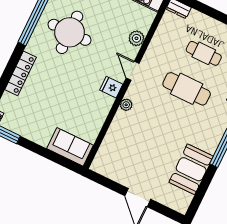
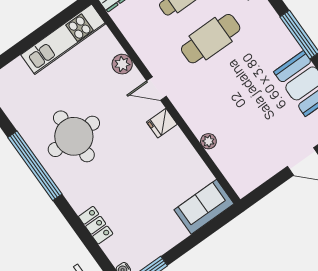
locker: (21, 73) -> (96, 225), width x0.66
plant: (126, 105) -> (208, 141), moved

